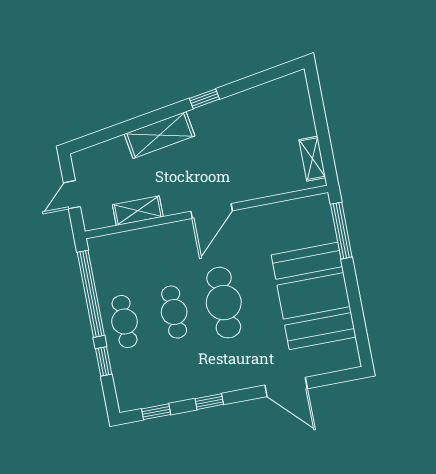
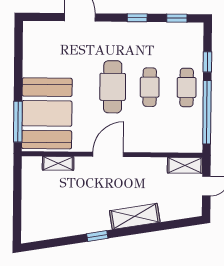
shelving: (312, 159) -> (58, 163), moved, turned 90
shelving: (138, 211) -> (185, 165), moved
booth: (314, 296) -> (47, 113), moved

